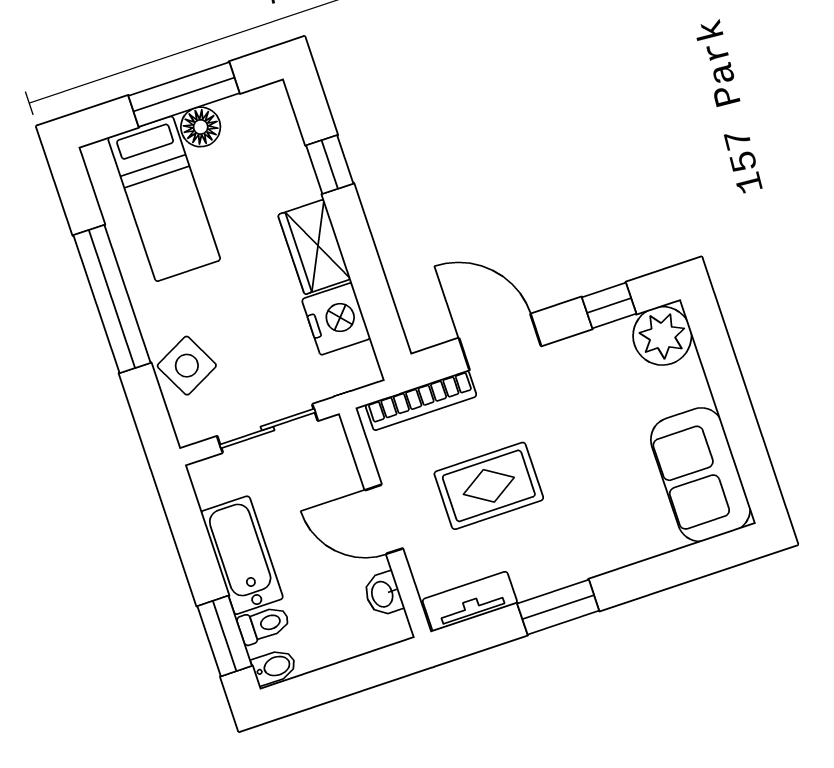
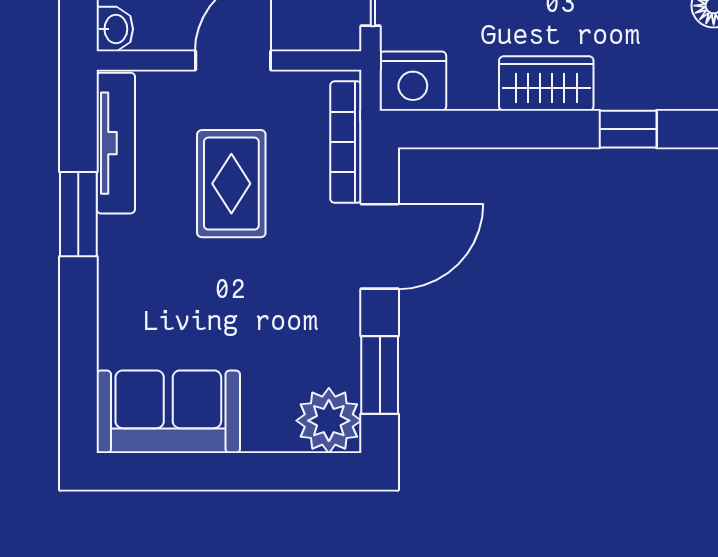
window: (609, 306) -> (380, 375), width x1.50
nightstand: (336, 319) -> (413, 81), moved
washbasin: (383, 594) -> (115, 29), moved, turned 90
tv unit: (470, 601) -> (116, 143), width x1.41

